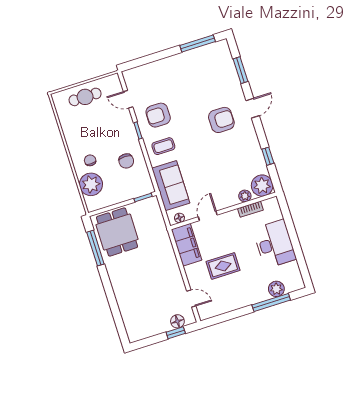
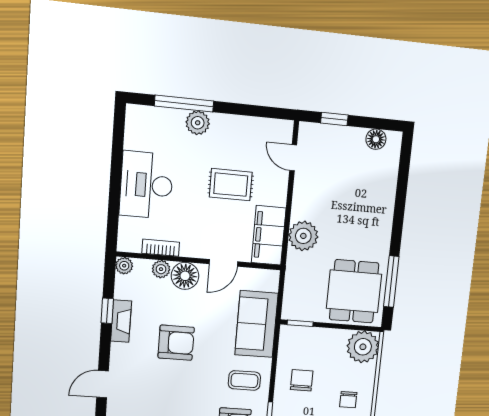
armchair: (221, 120) -> (176, 343), moved, turned 180
fireplace: (257, 153) -> (121, 321), added
plant: (91, 184) -> (363, 347), moved
plant: (262, 186) -> (124, 266), width x0.53, depth x0.53
floor lamp: (179, 218) -> (185, 276), moved, width x1.89, depth x1.89
plant: (165, 253) -> (303, 236), added
plant: (276, 289) -> (198, 123), moved
floor lamp: (177, 321) -> (376, 139), moved

